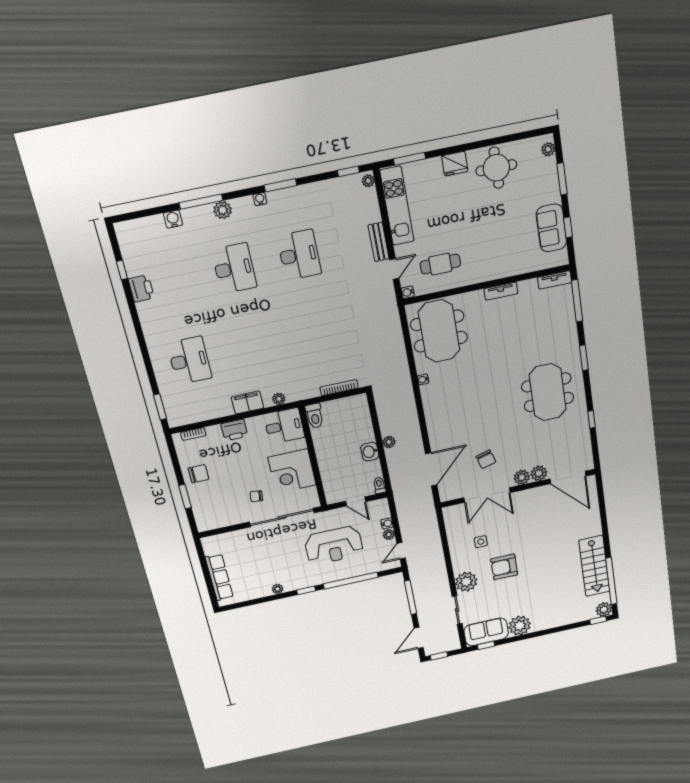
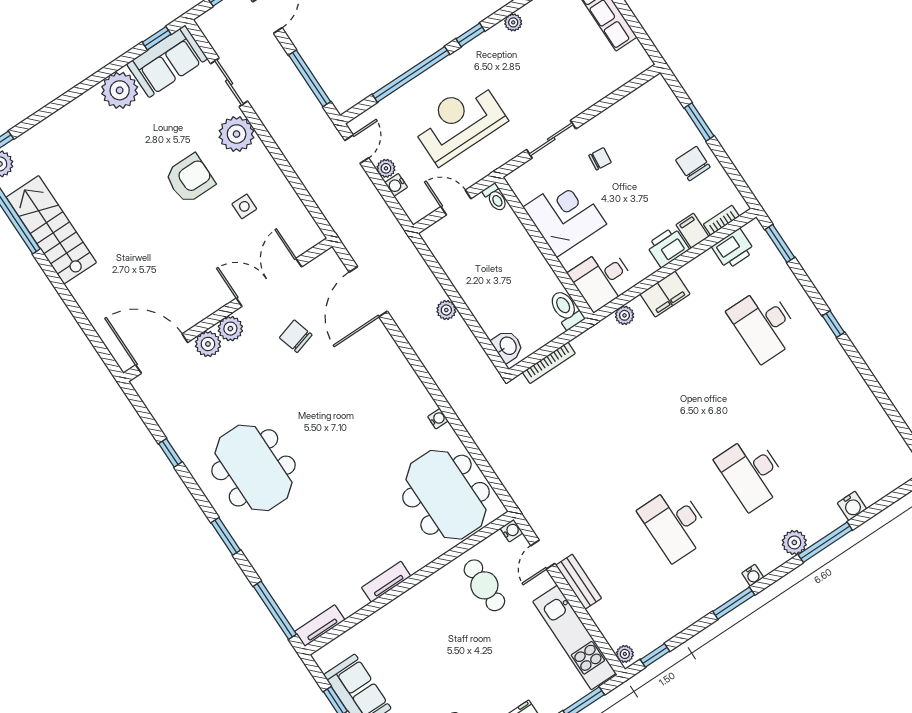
cafe table: (440, 264) -> (484, 585), turned 90
window: (122, 270) -> (833, 324), moved
printer: (141, 289) -> (733, 249), moved, turned -90
filing cabinet: (214, 434) -> (692, 231), added
washbasin: (370, 452) -> (508, 346), moved
chair: (199, 474) -> (693, 164), turned 90
toilet: (379, 485) -> (495, 198), moved
sliding door: (282, 517) -> (551, 139), width x0.54

